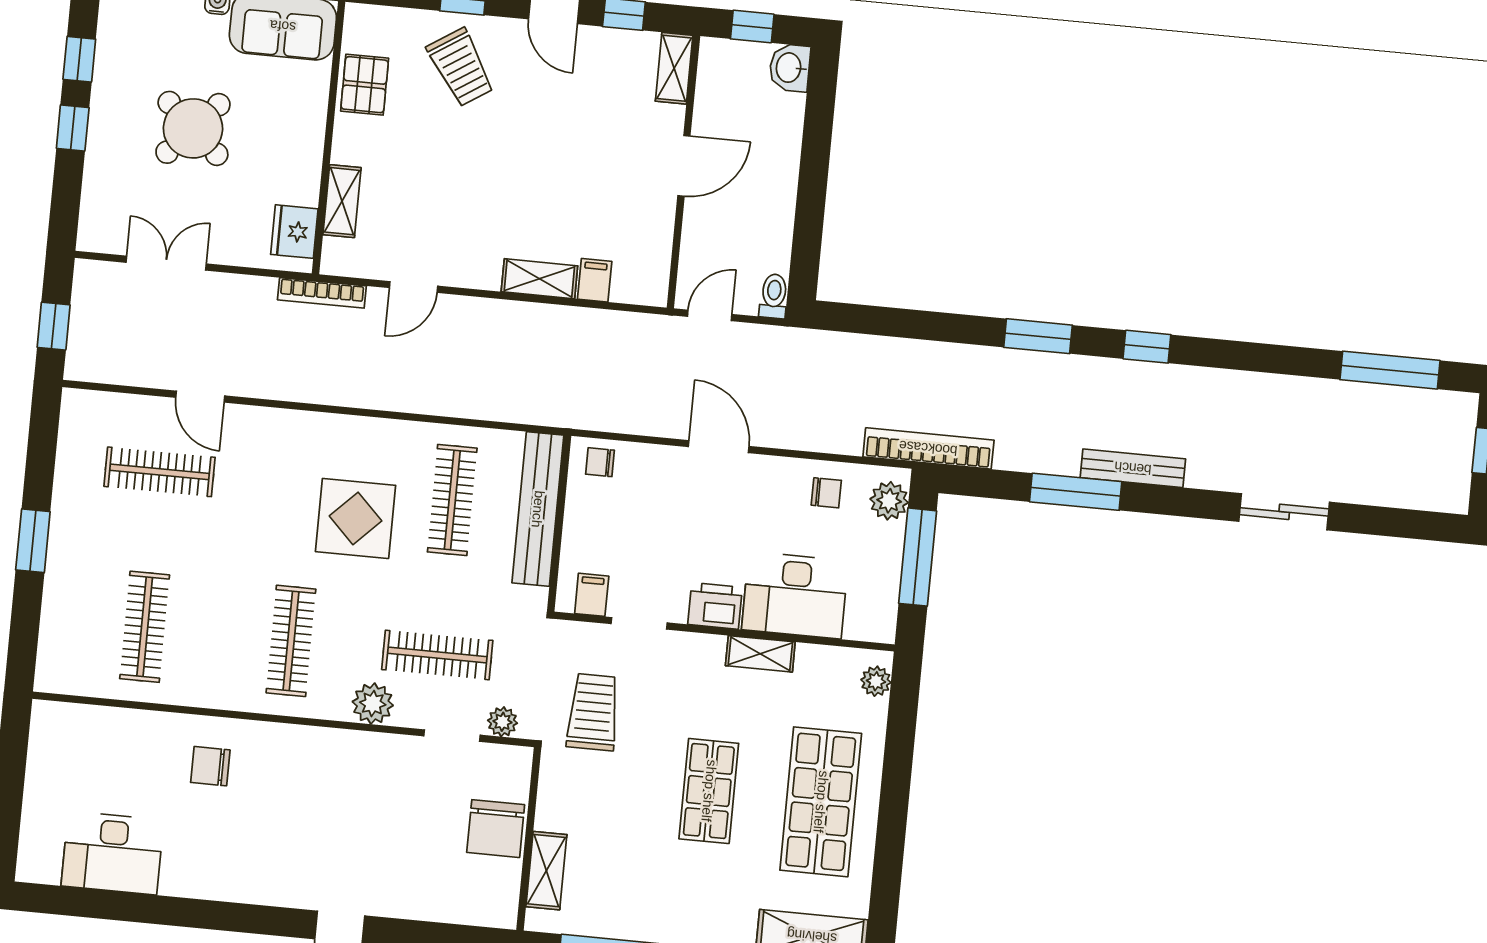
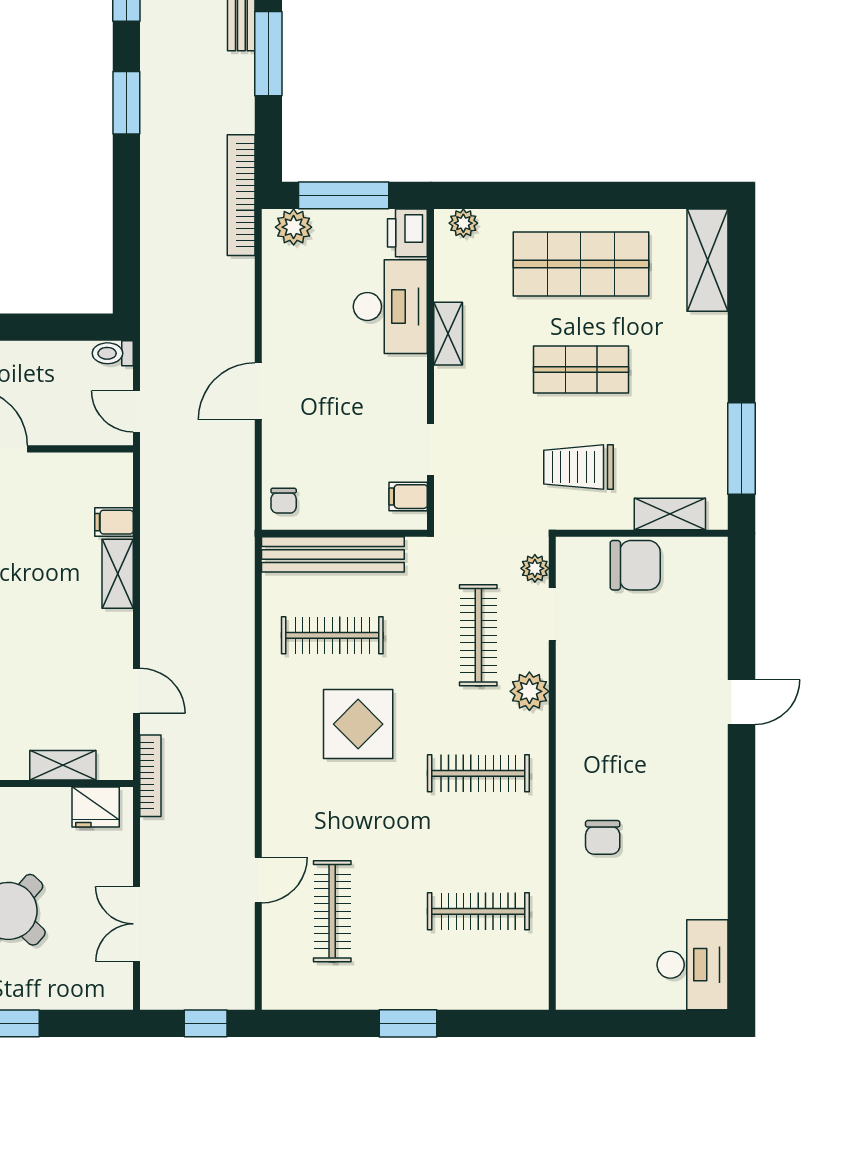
chair: (826, 493) -> (292, 286), removed
printer: (715, 606) -> (407, 233), moved
trolley: (593, 712) -> (579, 467), moved
desk: (112, 853) -> (693, 965), moved

